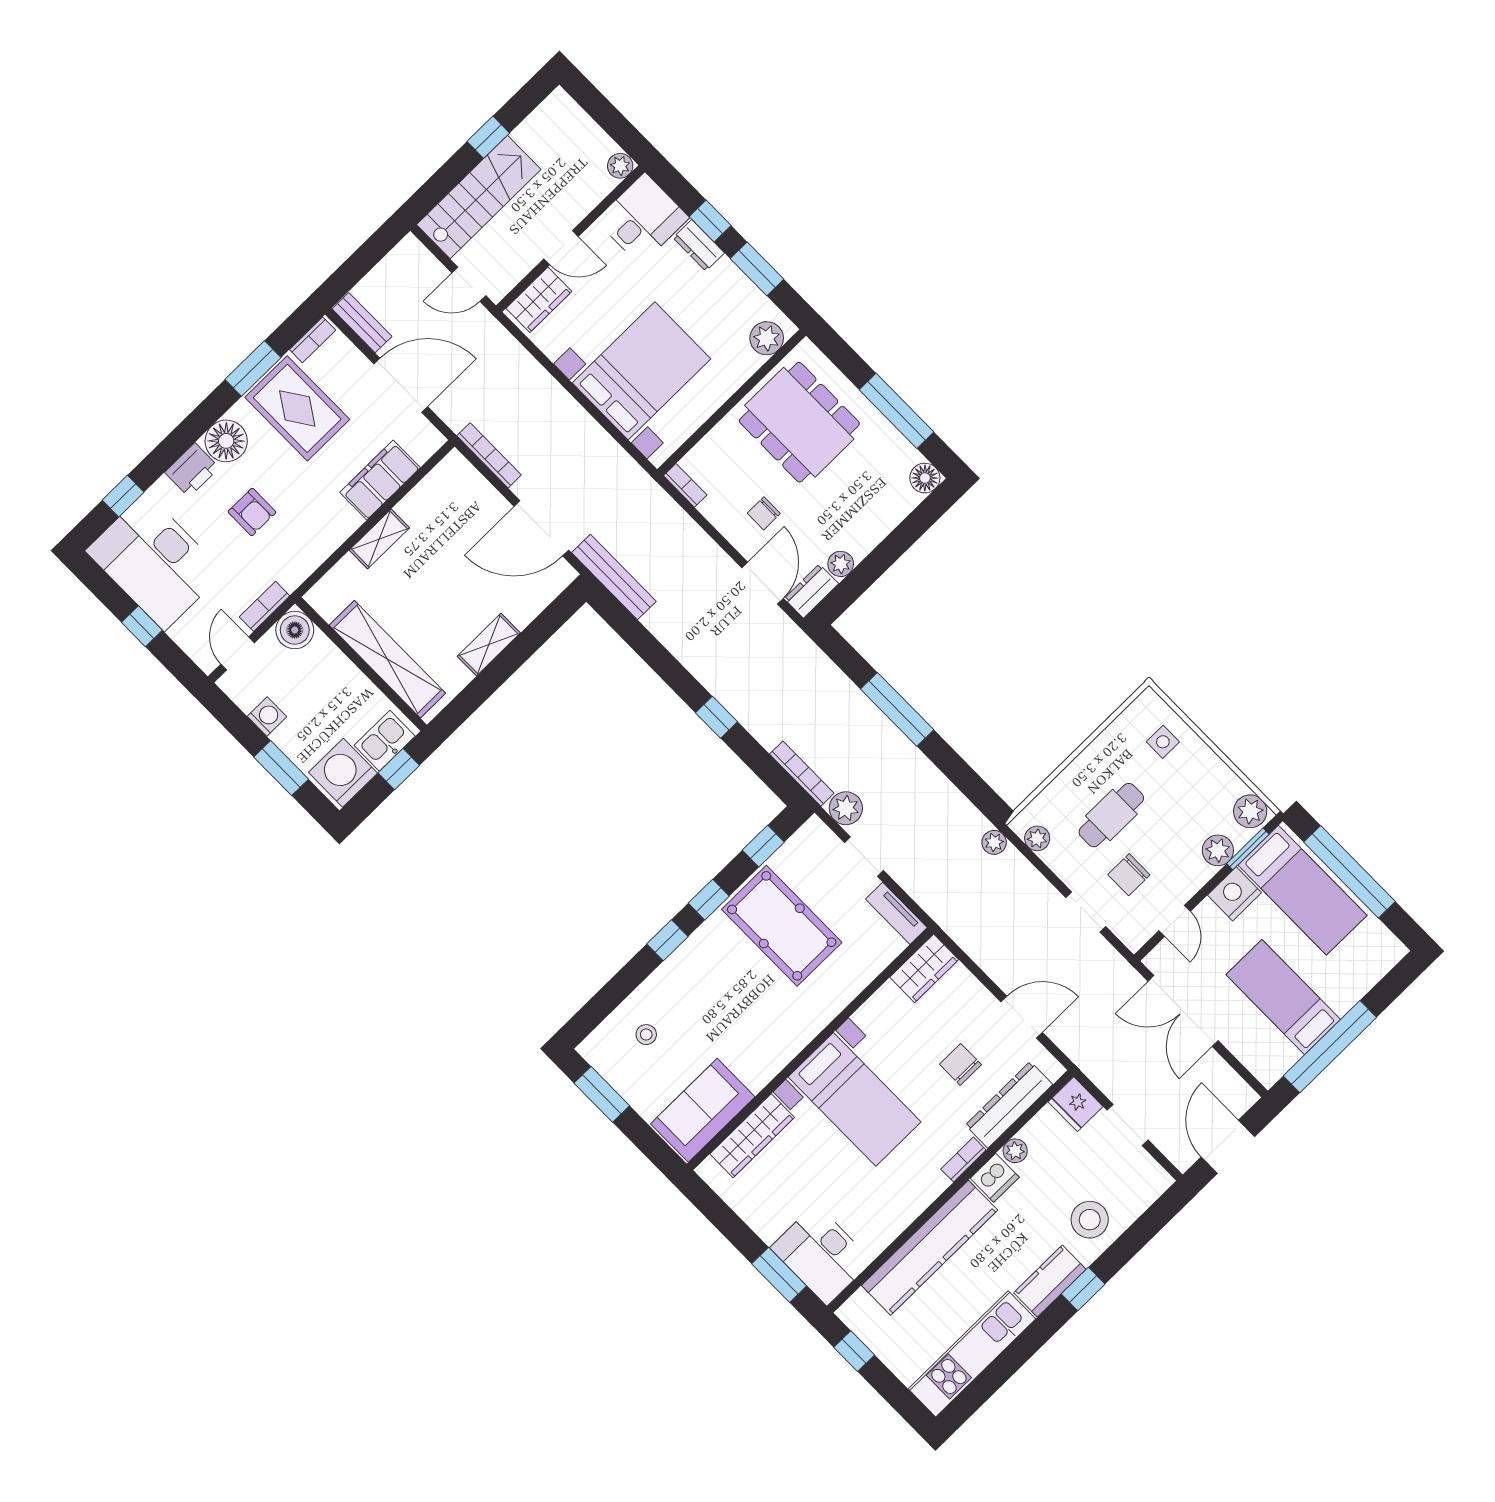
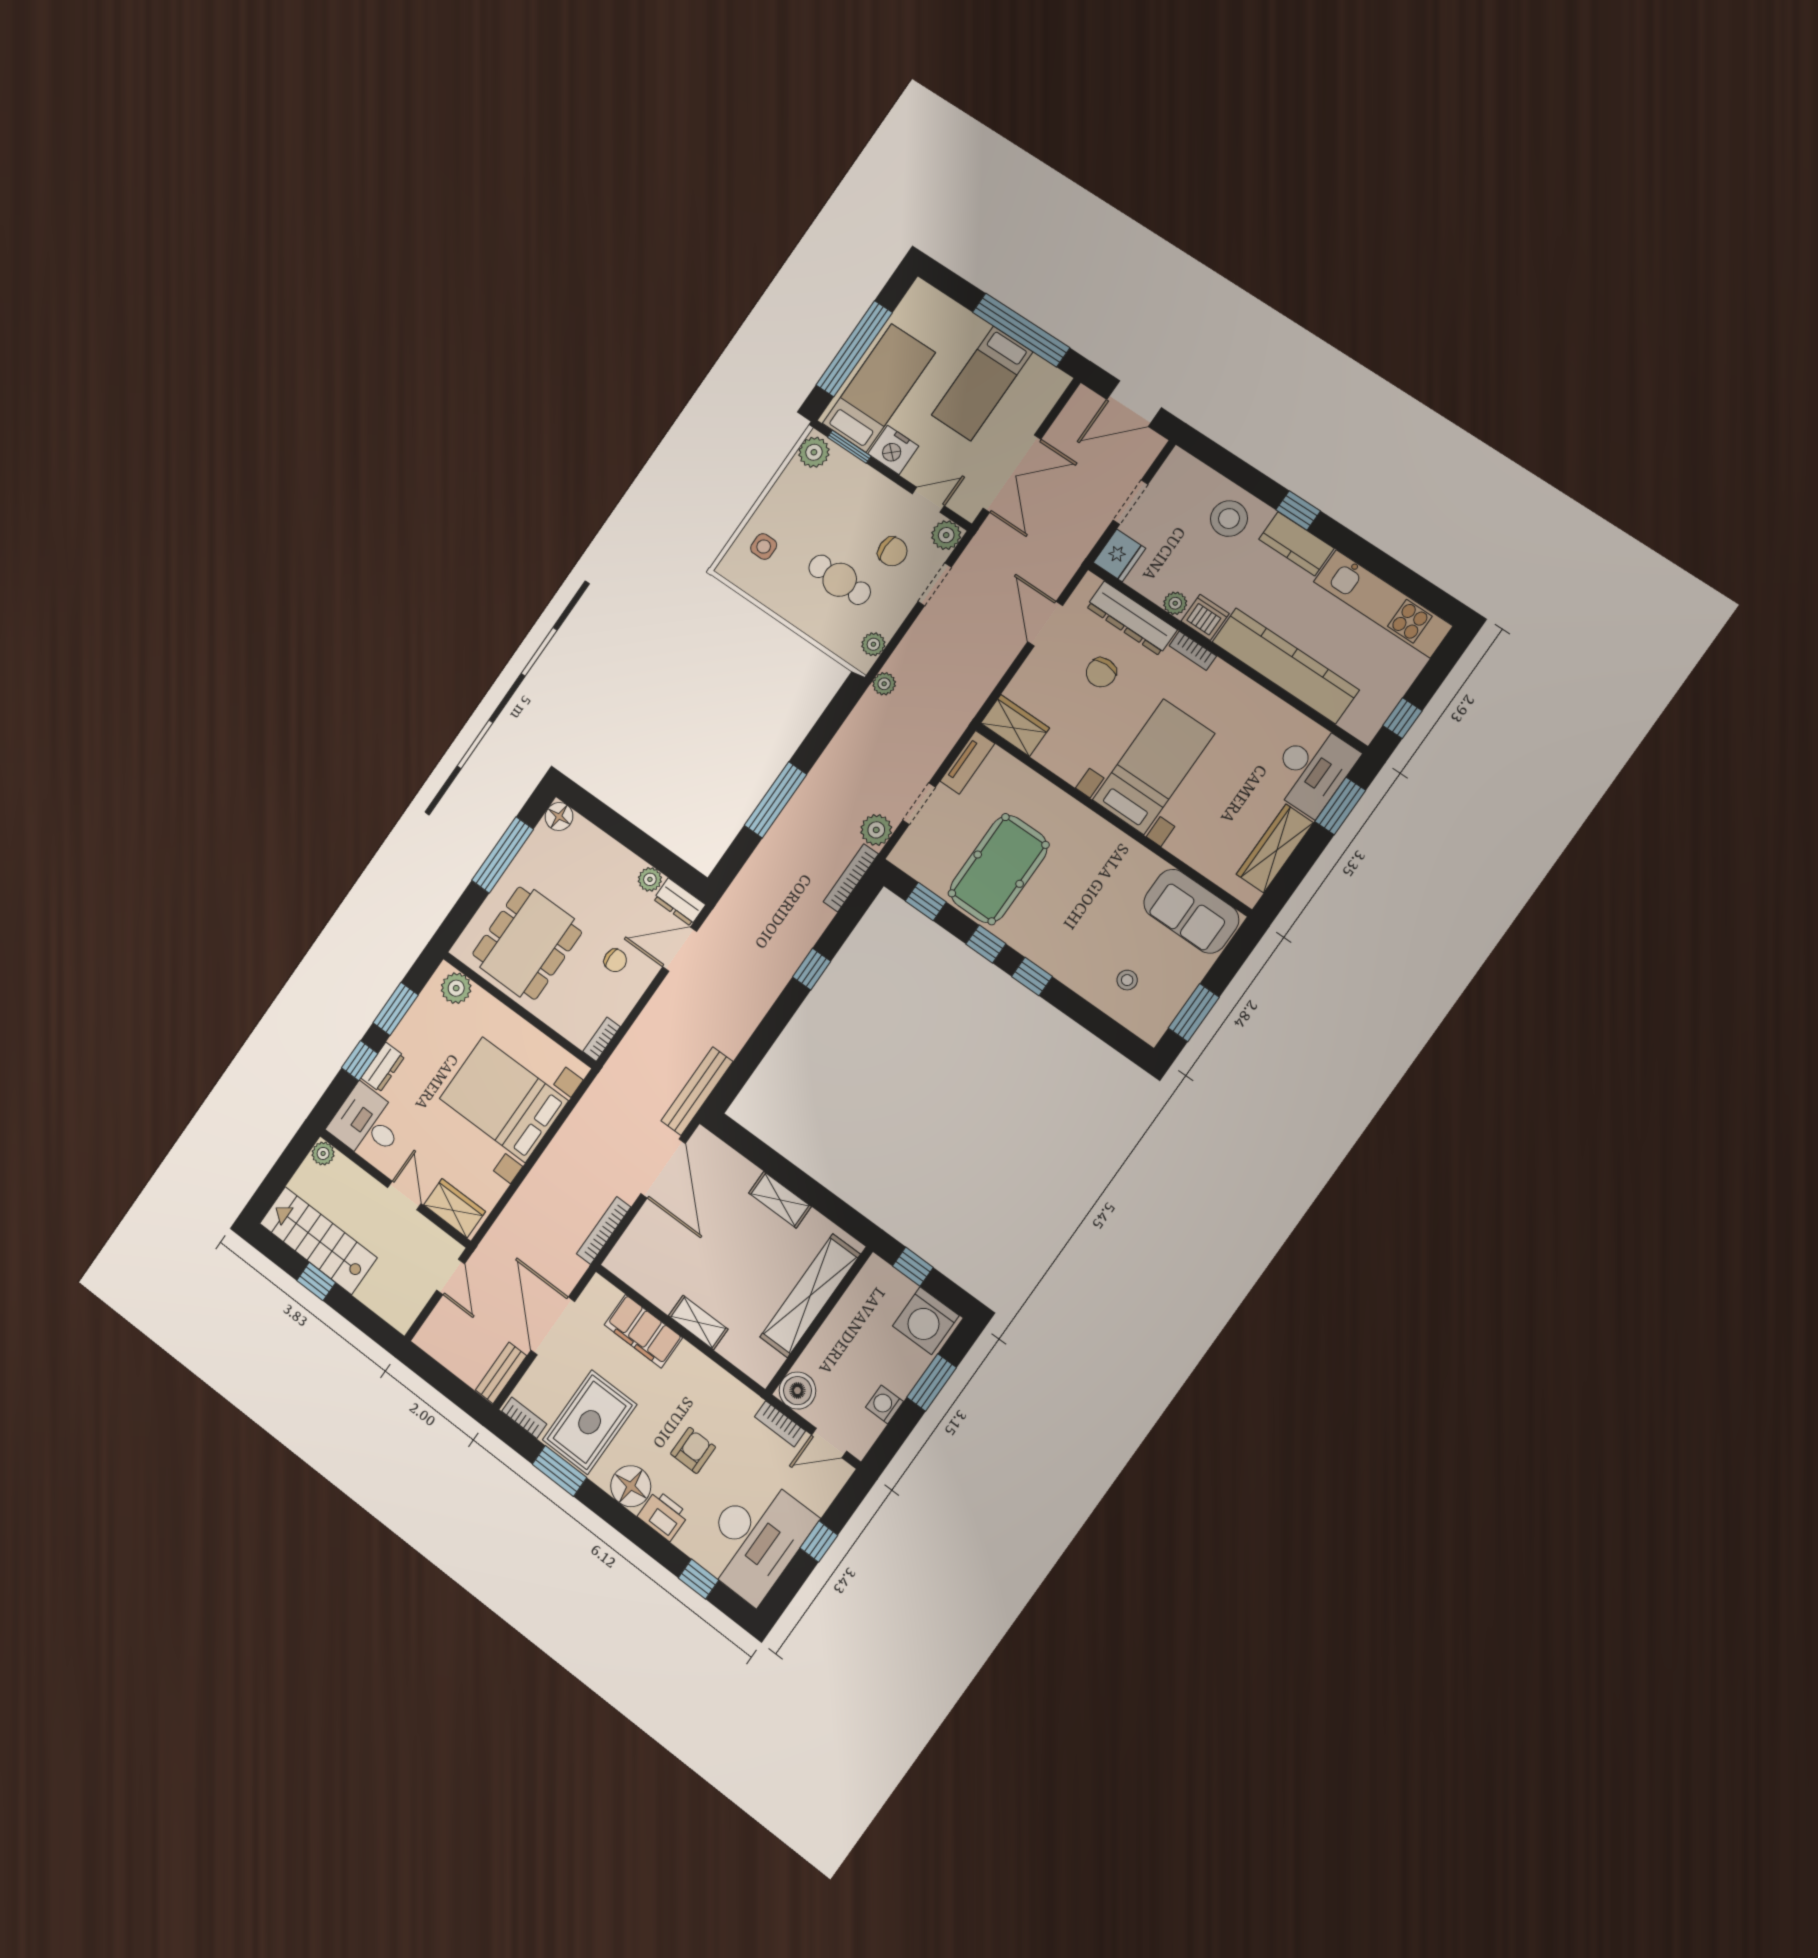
stairs: (479, 197) -> (318, 1241), moved
kitchen sink: (385, 741) -> (888, 1285), removed
plant: (1218, 850) -> (946, 535), moved
wardrobe: (752, 1136) -> (1275, 849), moved, turned -90

